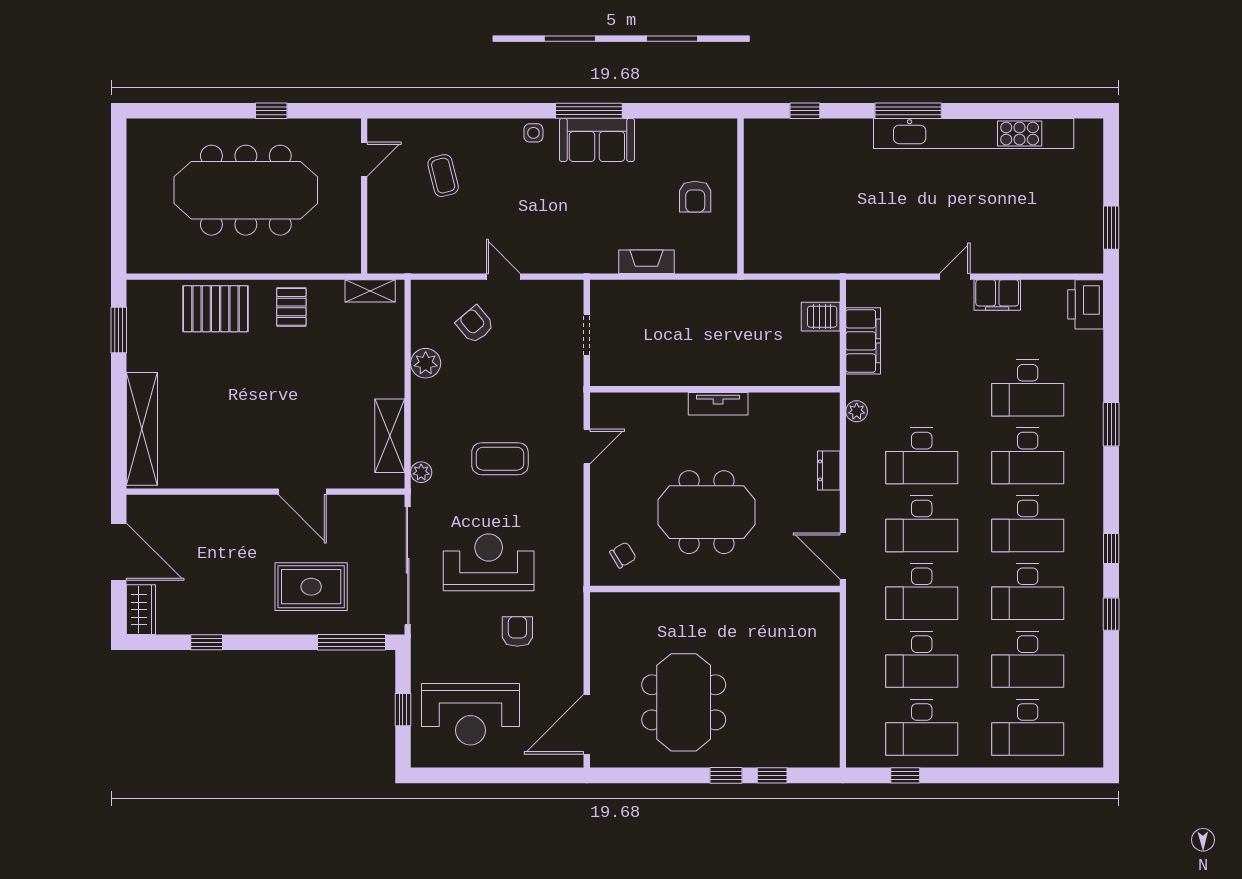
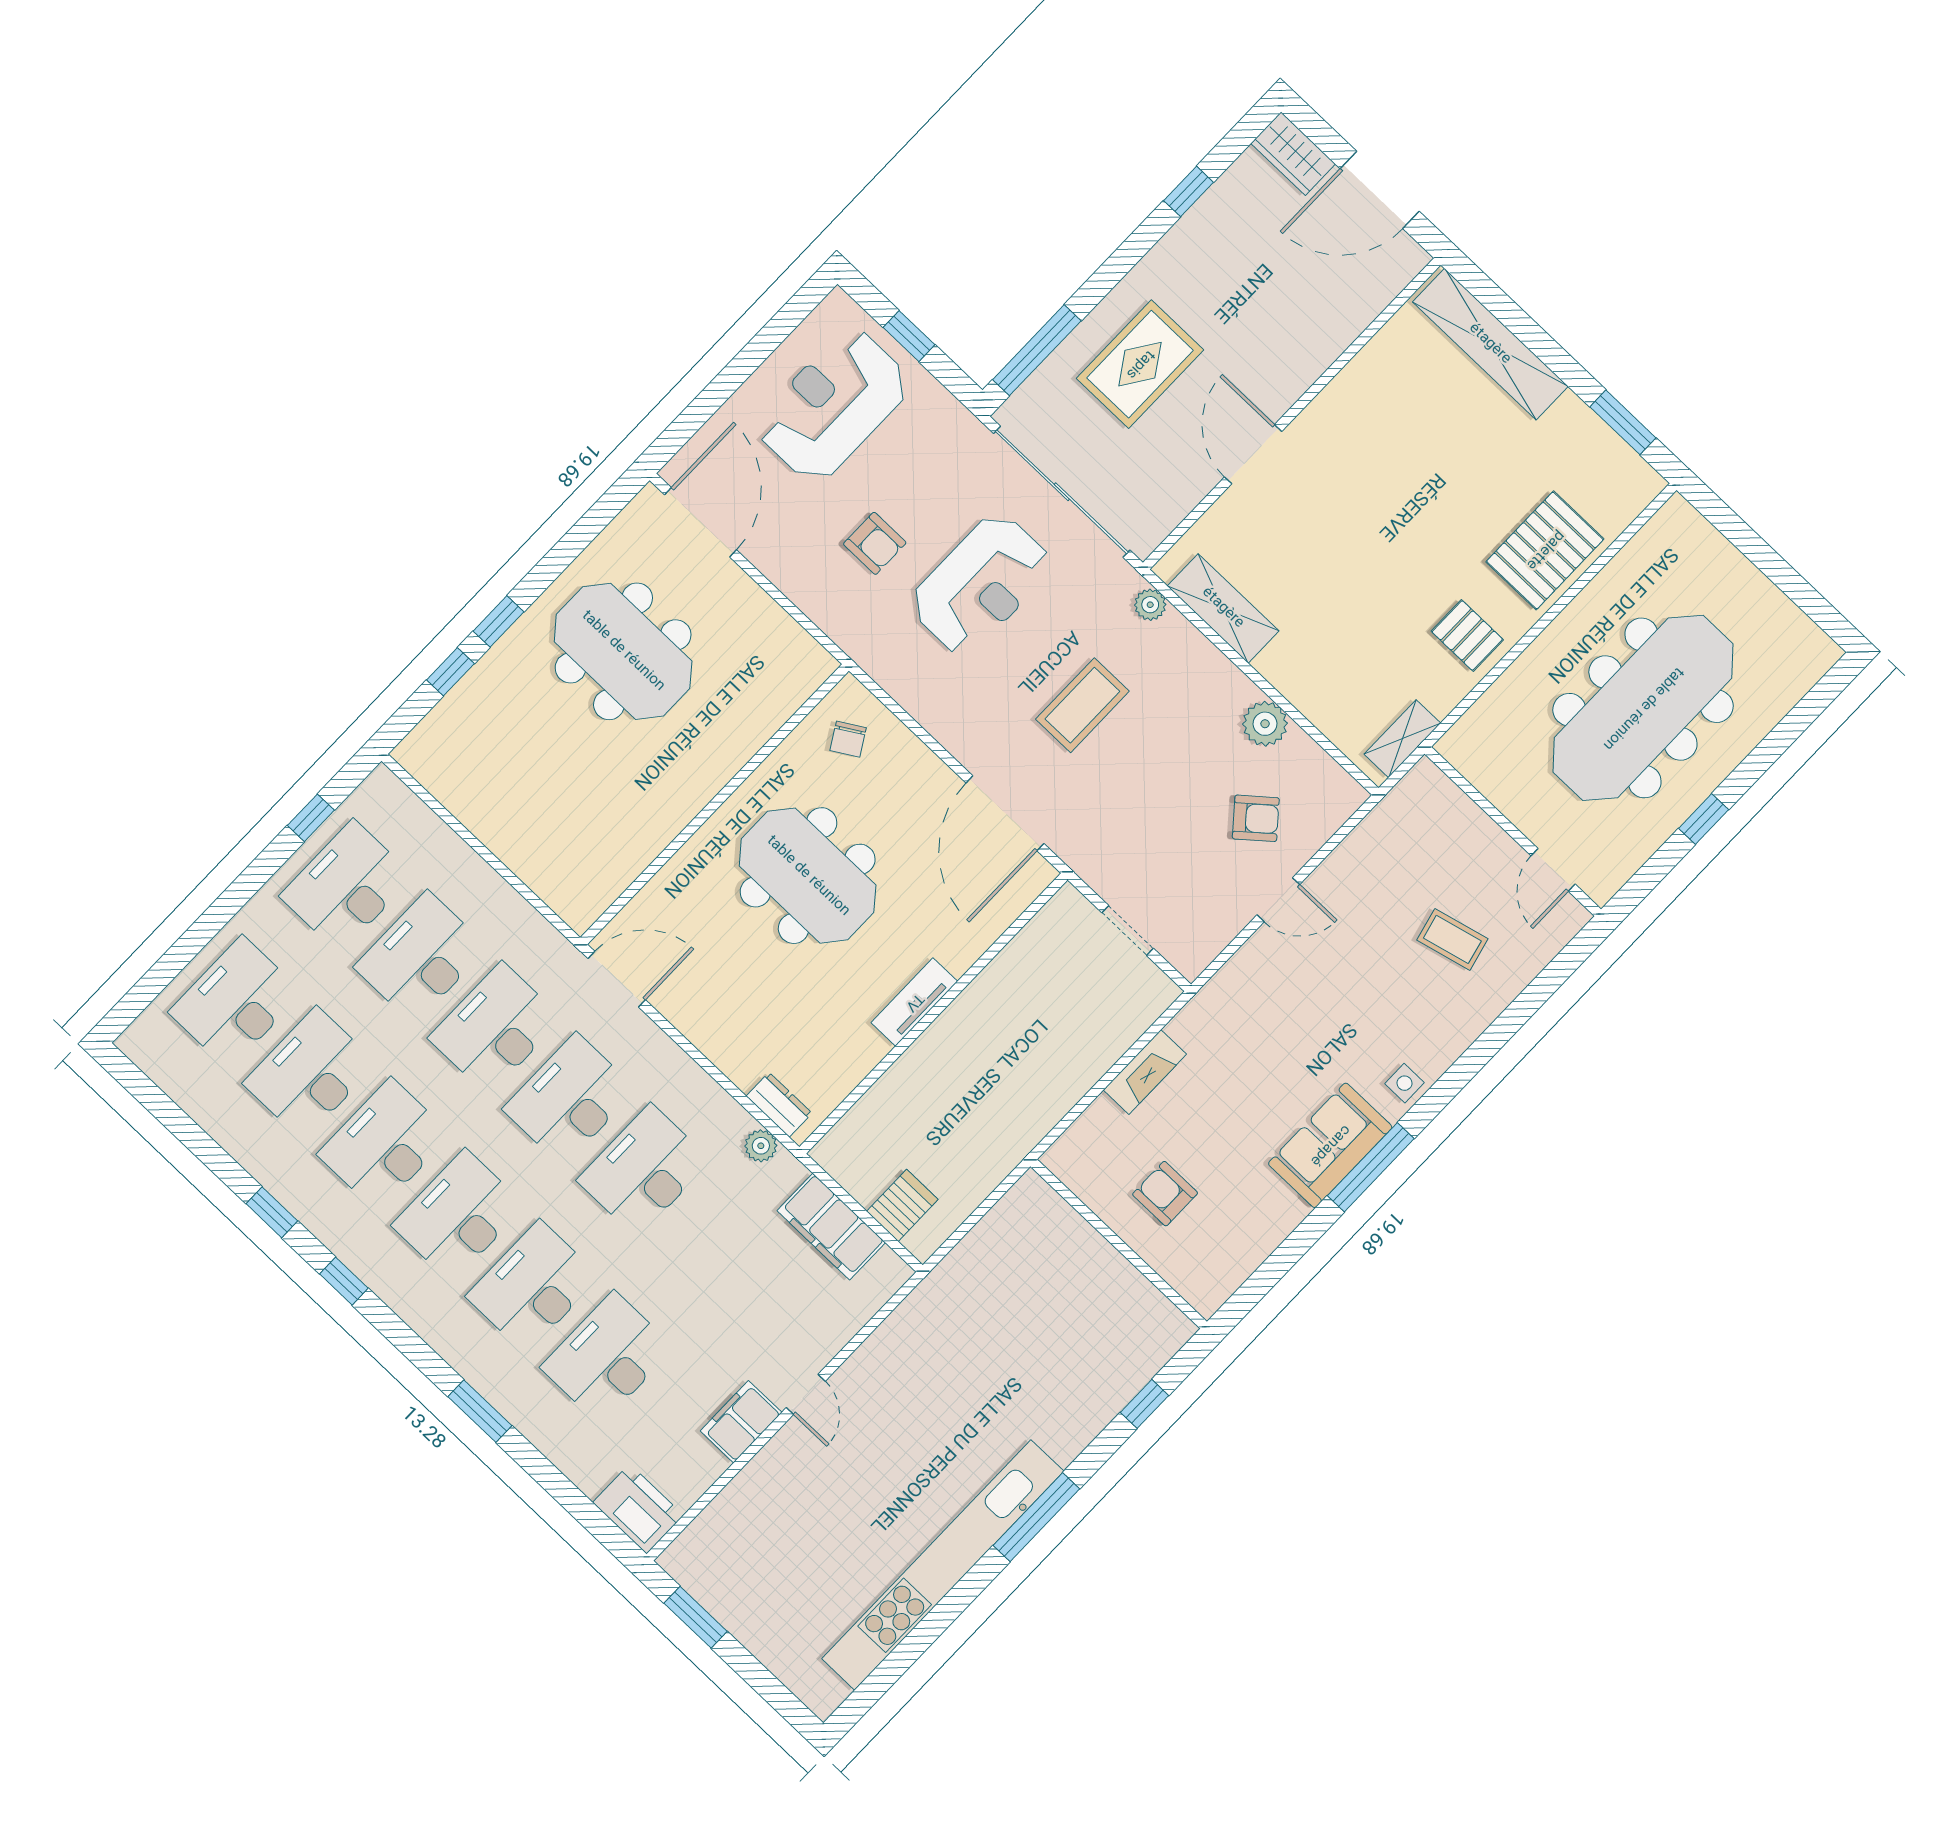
door: (587, 446) -> (1005, 813), width x1.87
dresser: (829, 470) -> (779, 1105), moved
door: (302, 492) -> (1253, 454), hinge flipped
meeting table: (706, 512) -> (808, 876), turned 90

